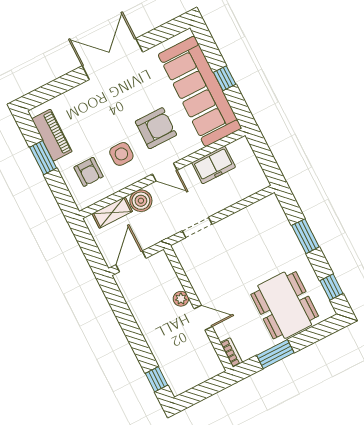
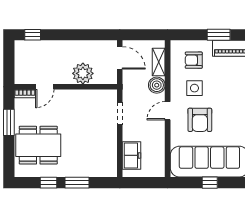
freezer: (214, 165) -> (132, 155), moved, turned 180
window: (331, 287) -> (48, 183), moved
plant: (181, 299) -> (83, 73), width x1.88, depth x1.88
door: (203, 318) -> (45, 87), moved

